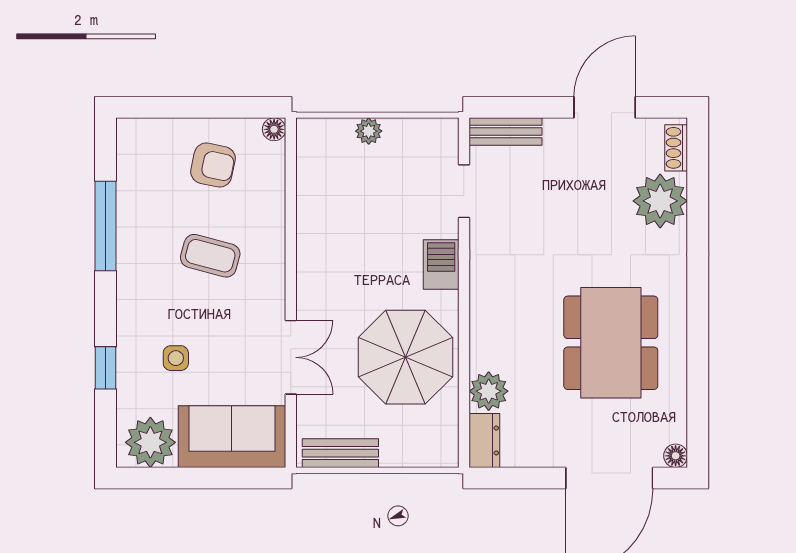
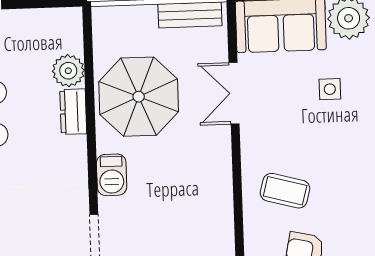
coffee table: (210, 256) -> (285, 191), moved
dresser: (484, 441) -> (73, 112), moved

